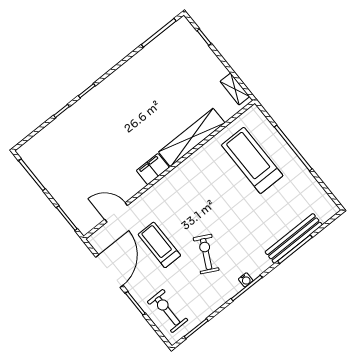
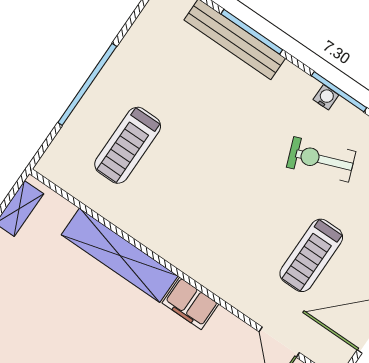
treadmill: (252, 160) -> (128, 145), width x0.73, depth x0.73
exercise bike: (206, 254) -> (321, 159), moved, turned 42

